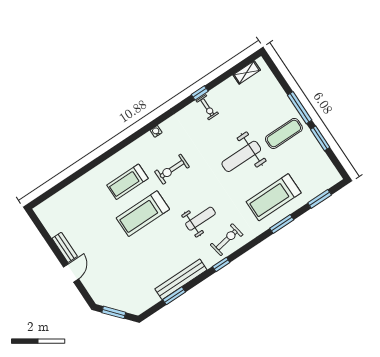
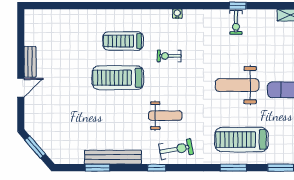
exercise bike: (172, 169) -> (169, 56), width x0.73, depth x0.72

